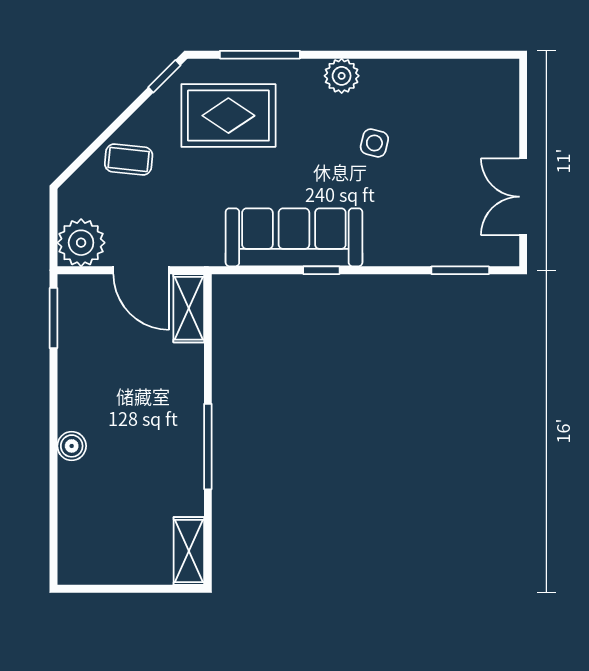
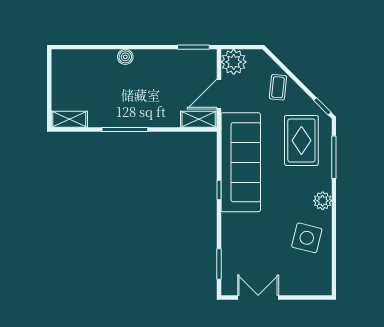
side table: (374, 143) -> (307, 238), moved, width x1.87, depth x1.87
sofa: (294, 237) -> (241, 162), width x1.36, depth x1.27

